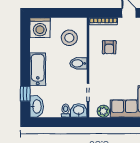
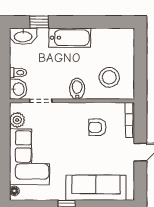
washing machine: (40, 28) -> (122, 40), removed

